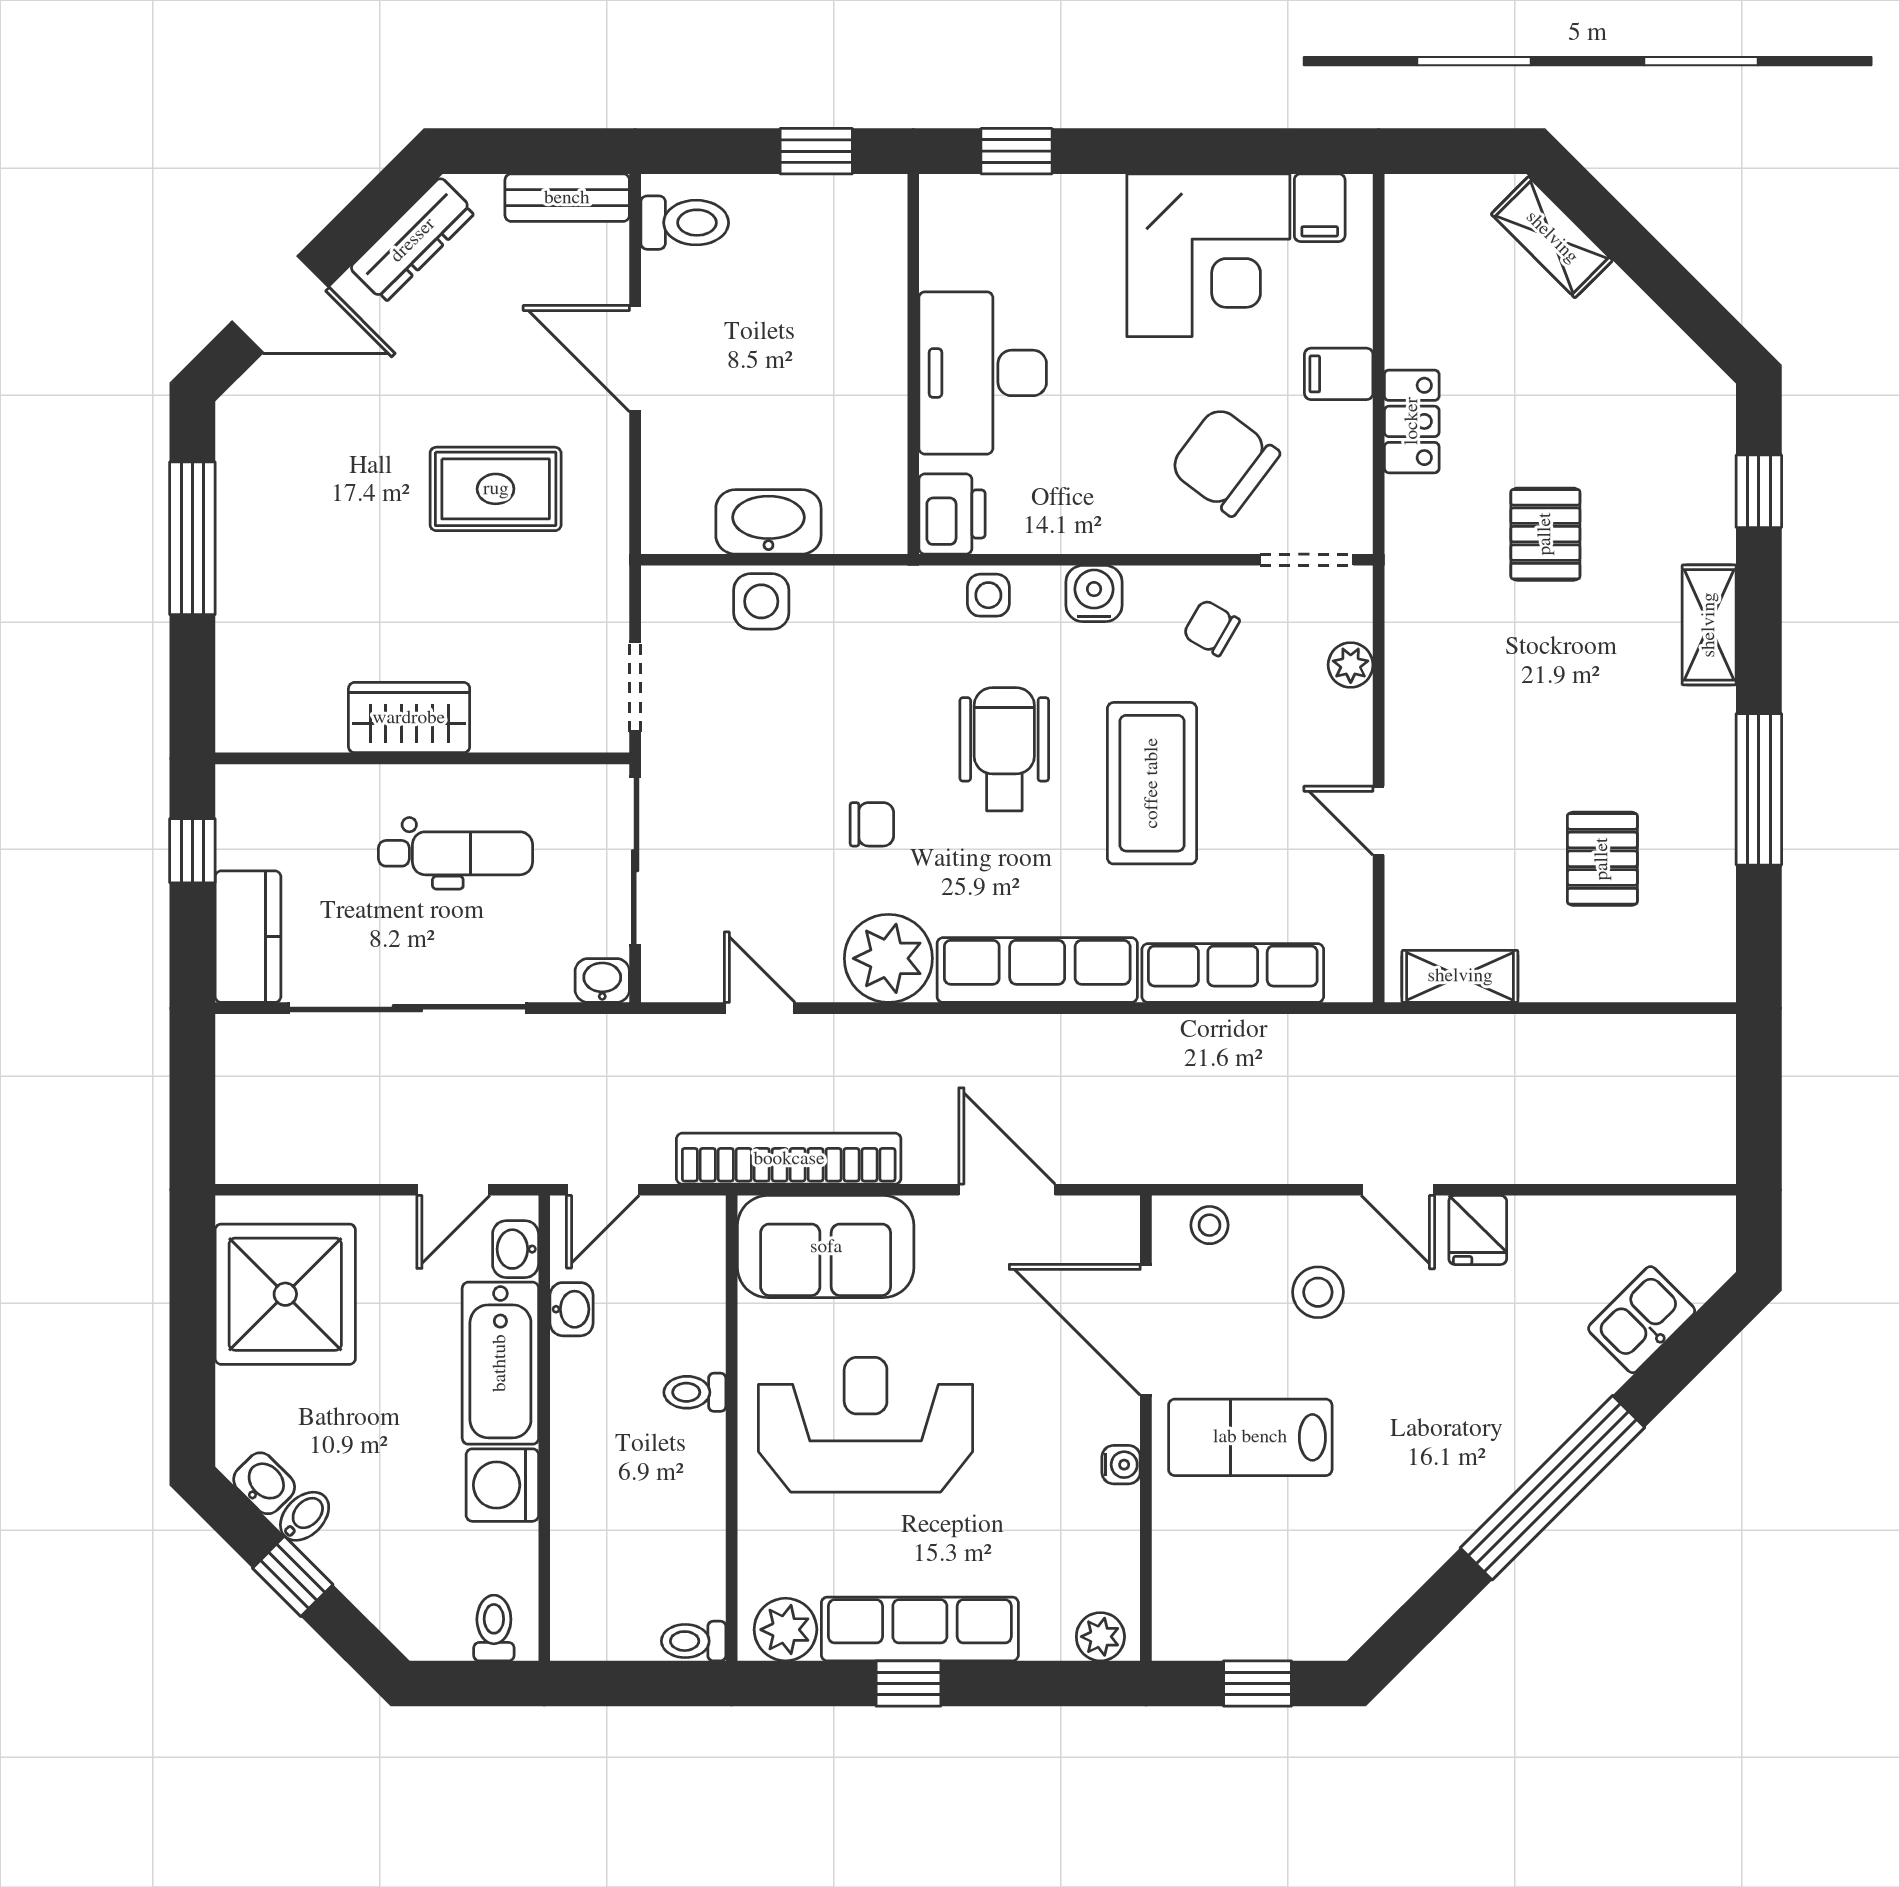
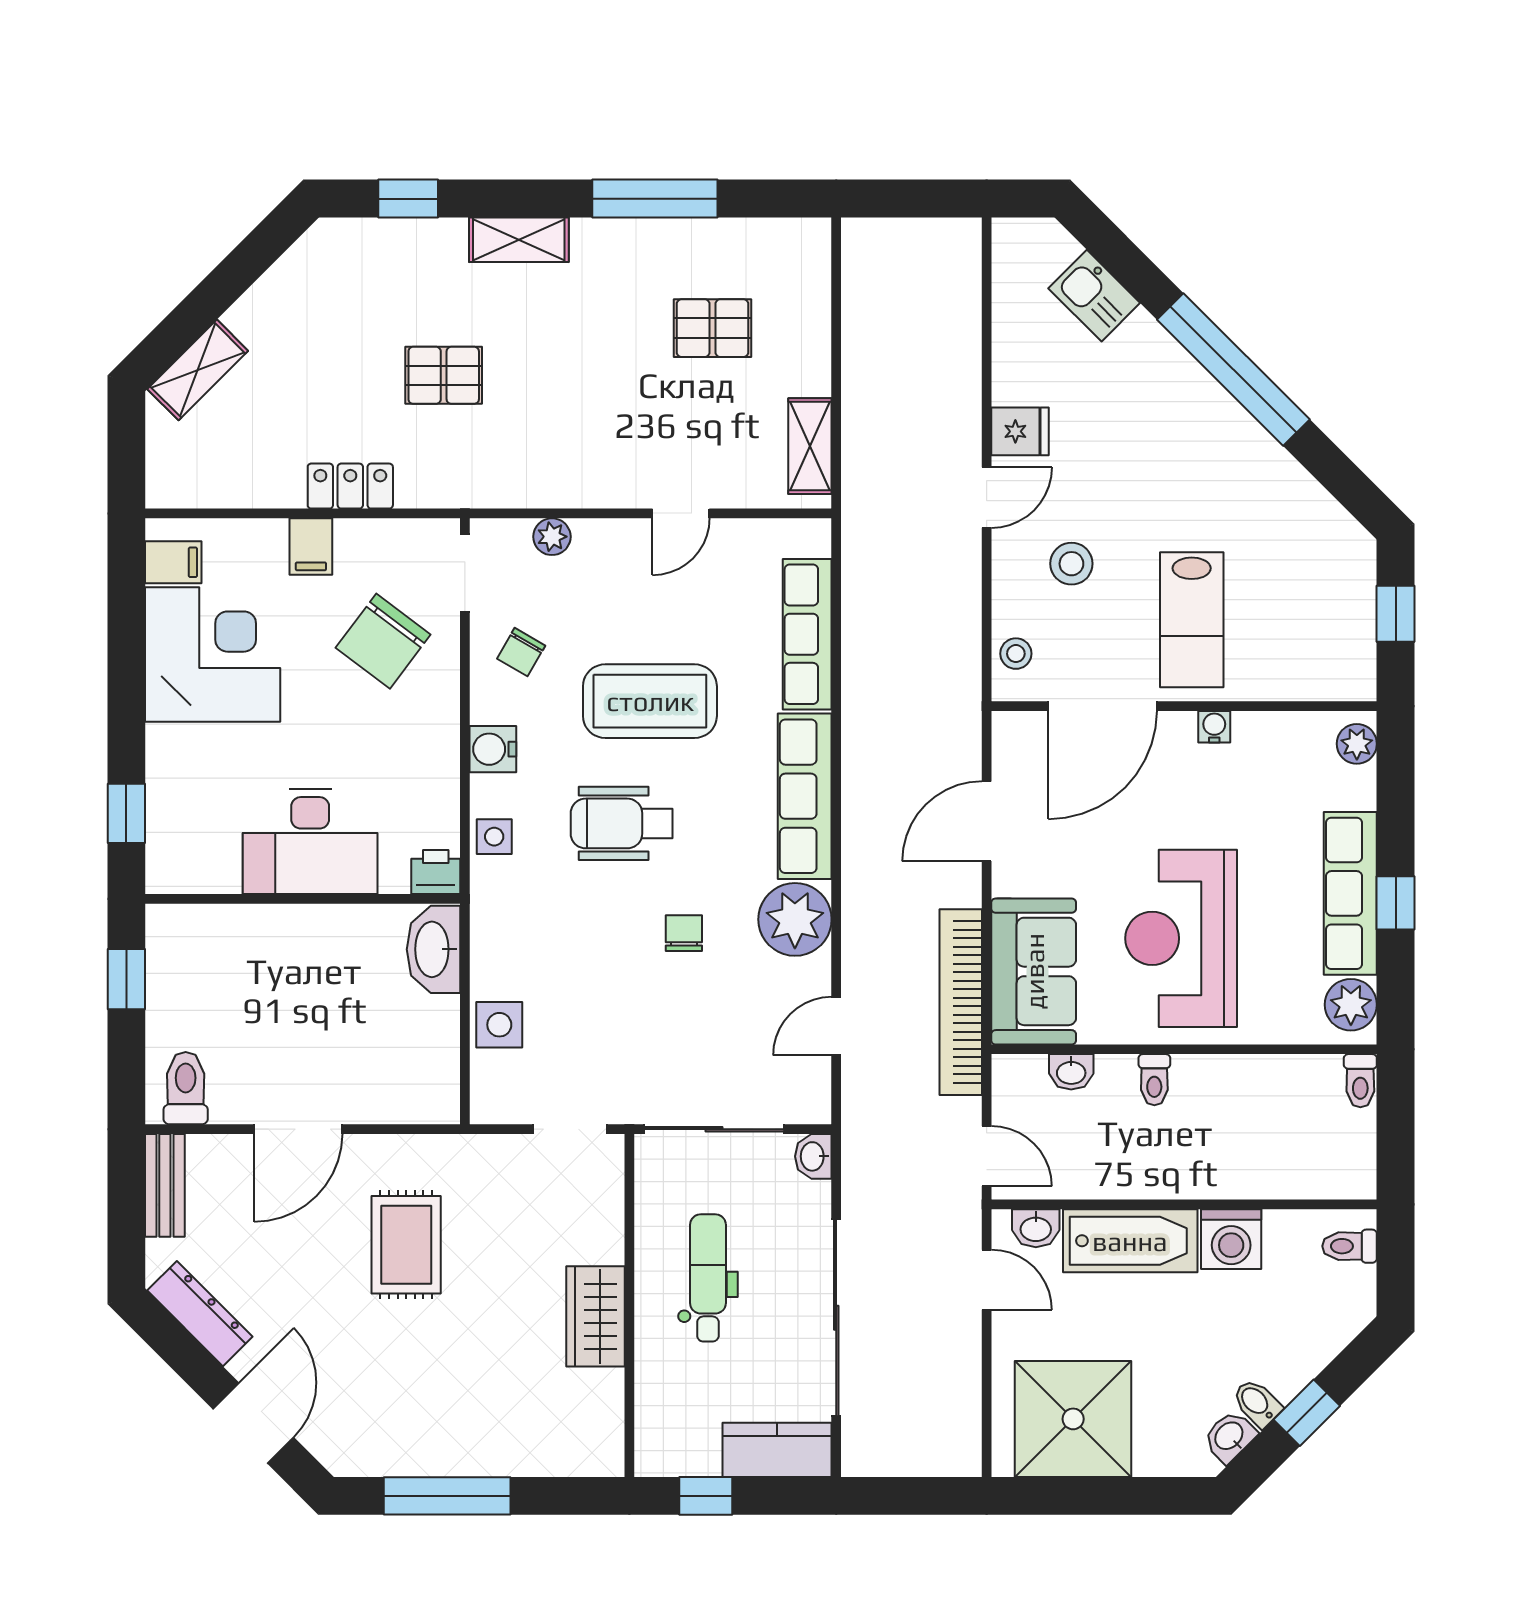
printer: (952, 514) -> (436, 872), width x0.73, depth x0.81
washbasin: (768, 522) -> (433, 949), moved
washbasin: (572, 1309) -> (1071, 1072), moved, turned 180

